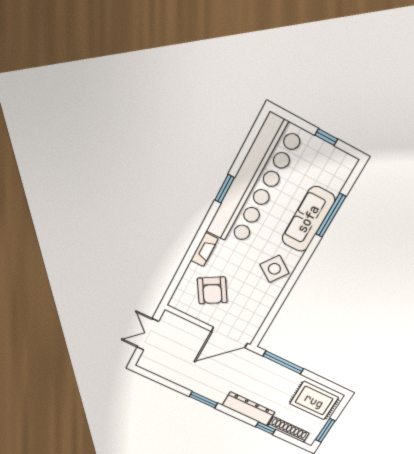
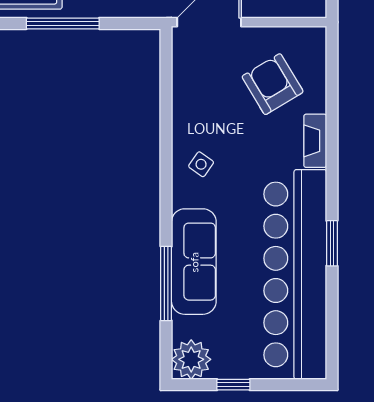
plant: (342, 165) -> (191, 359), added
side table: (274, 269) -> (201, 164), width x0.54, depth x0.54
window: (283, 362) -> (63, 23), moved

